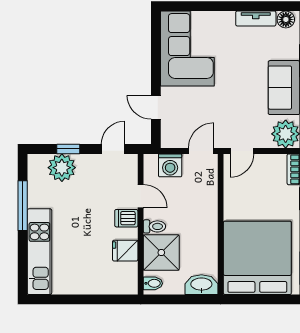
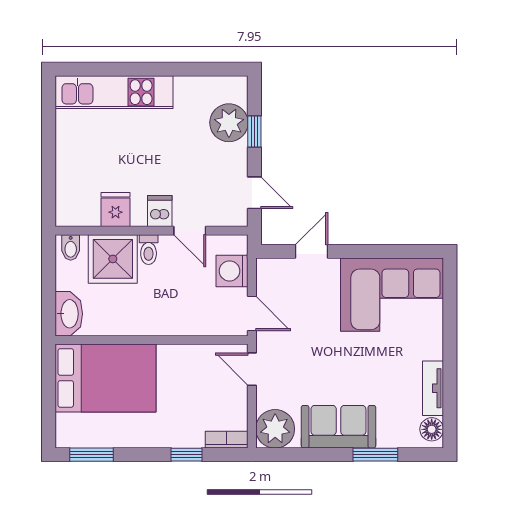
door: (141, 196) -> (190, 231), hinge flipped
window: (23, 206) -> (177, 69), removed
bed: (257, 258) -> (106, 378), width x0.73

